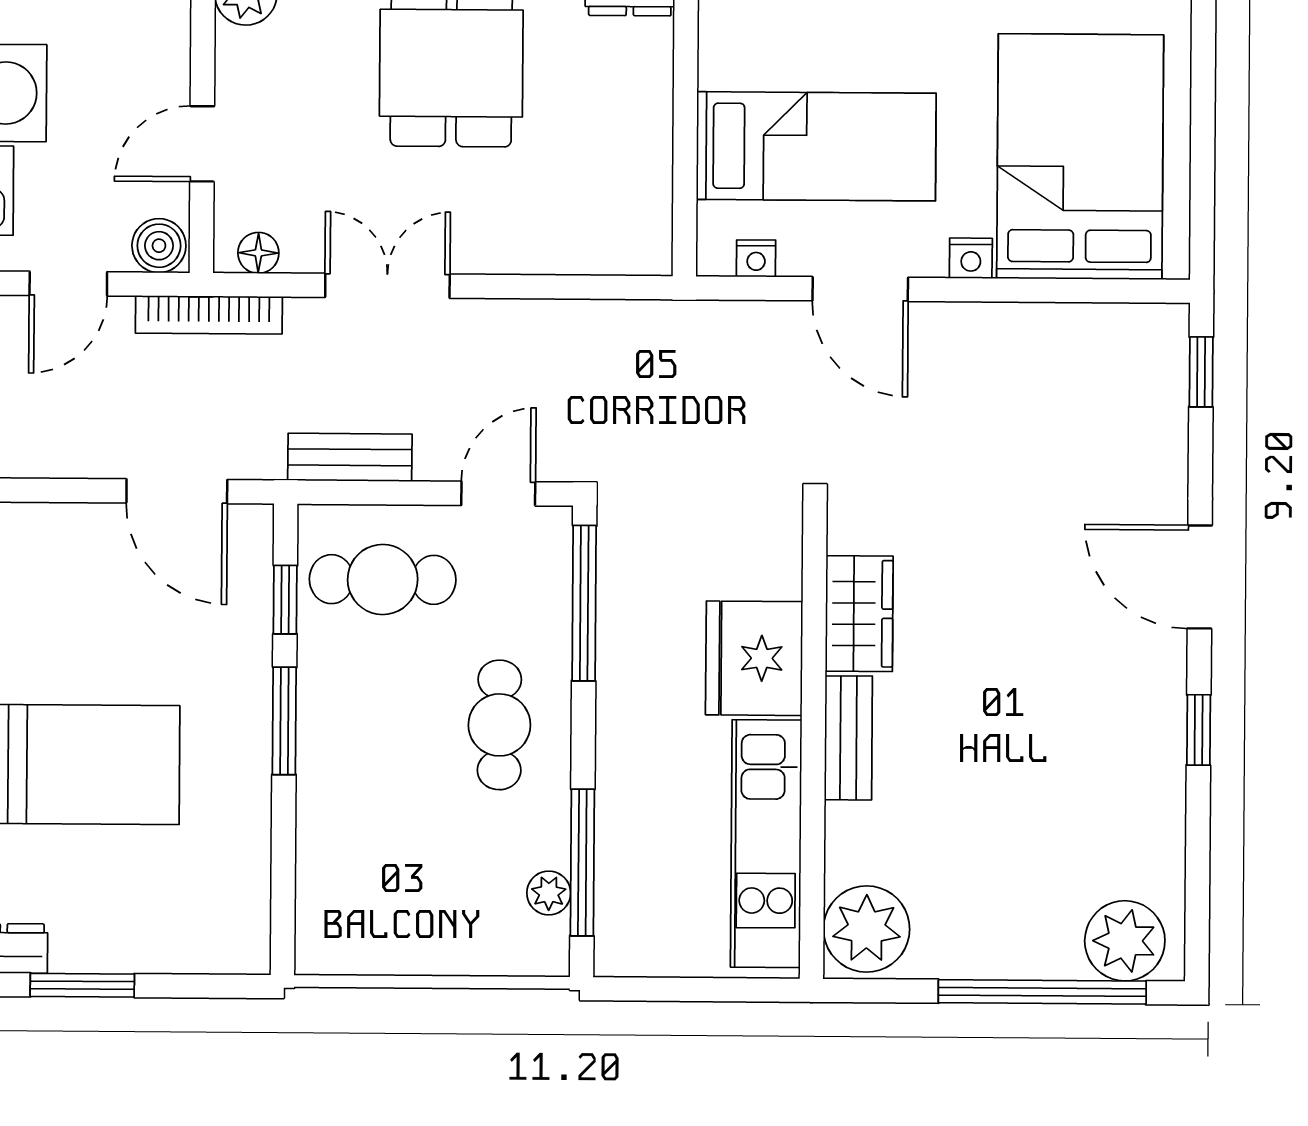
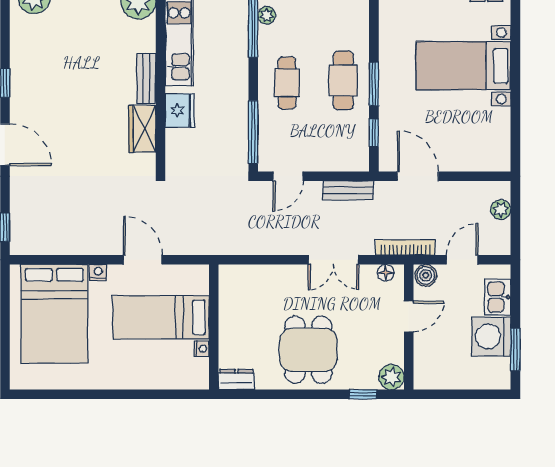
nightstand: (756, 258) -> (202, 349), moved, turned 90
cafe table: (383, 579) -> (343, 80), moved, turned 90
fridge: (754, 658) -> (180, 111), width x0.73, depth x0.75

